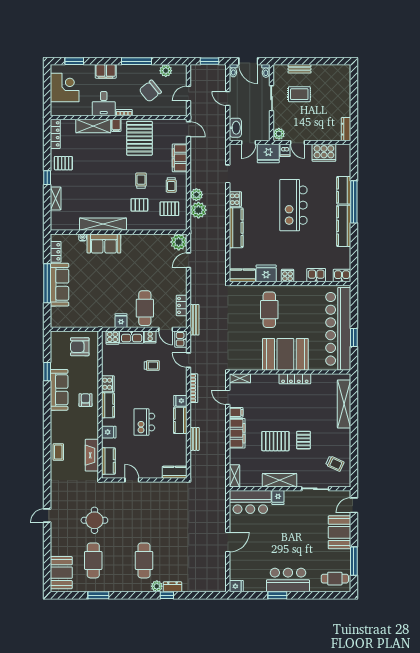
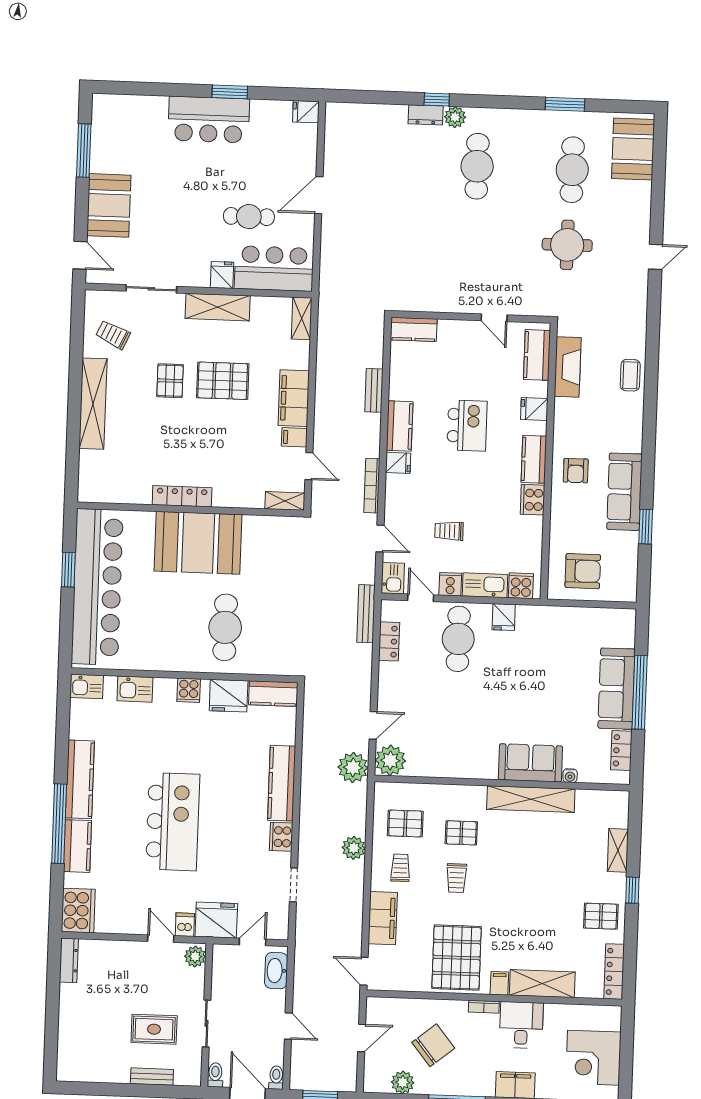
cooker: (324, 153) -> (78, 911), moved, turned 90
plant: (198, 210) -> (353, 767), moved
shelving: (344, 404) -> (93, 404), moved
door: (354, 505) -> (80, 255), hinge flipped
cafe table: (335, 579) -> (249, 217), moved

